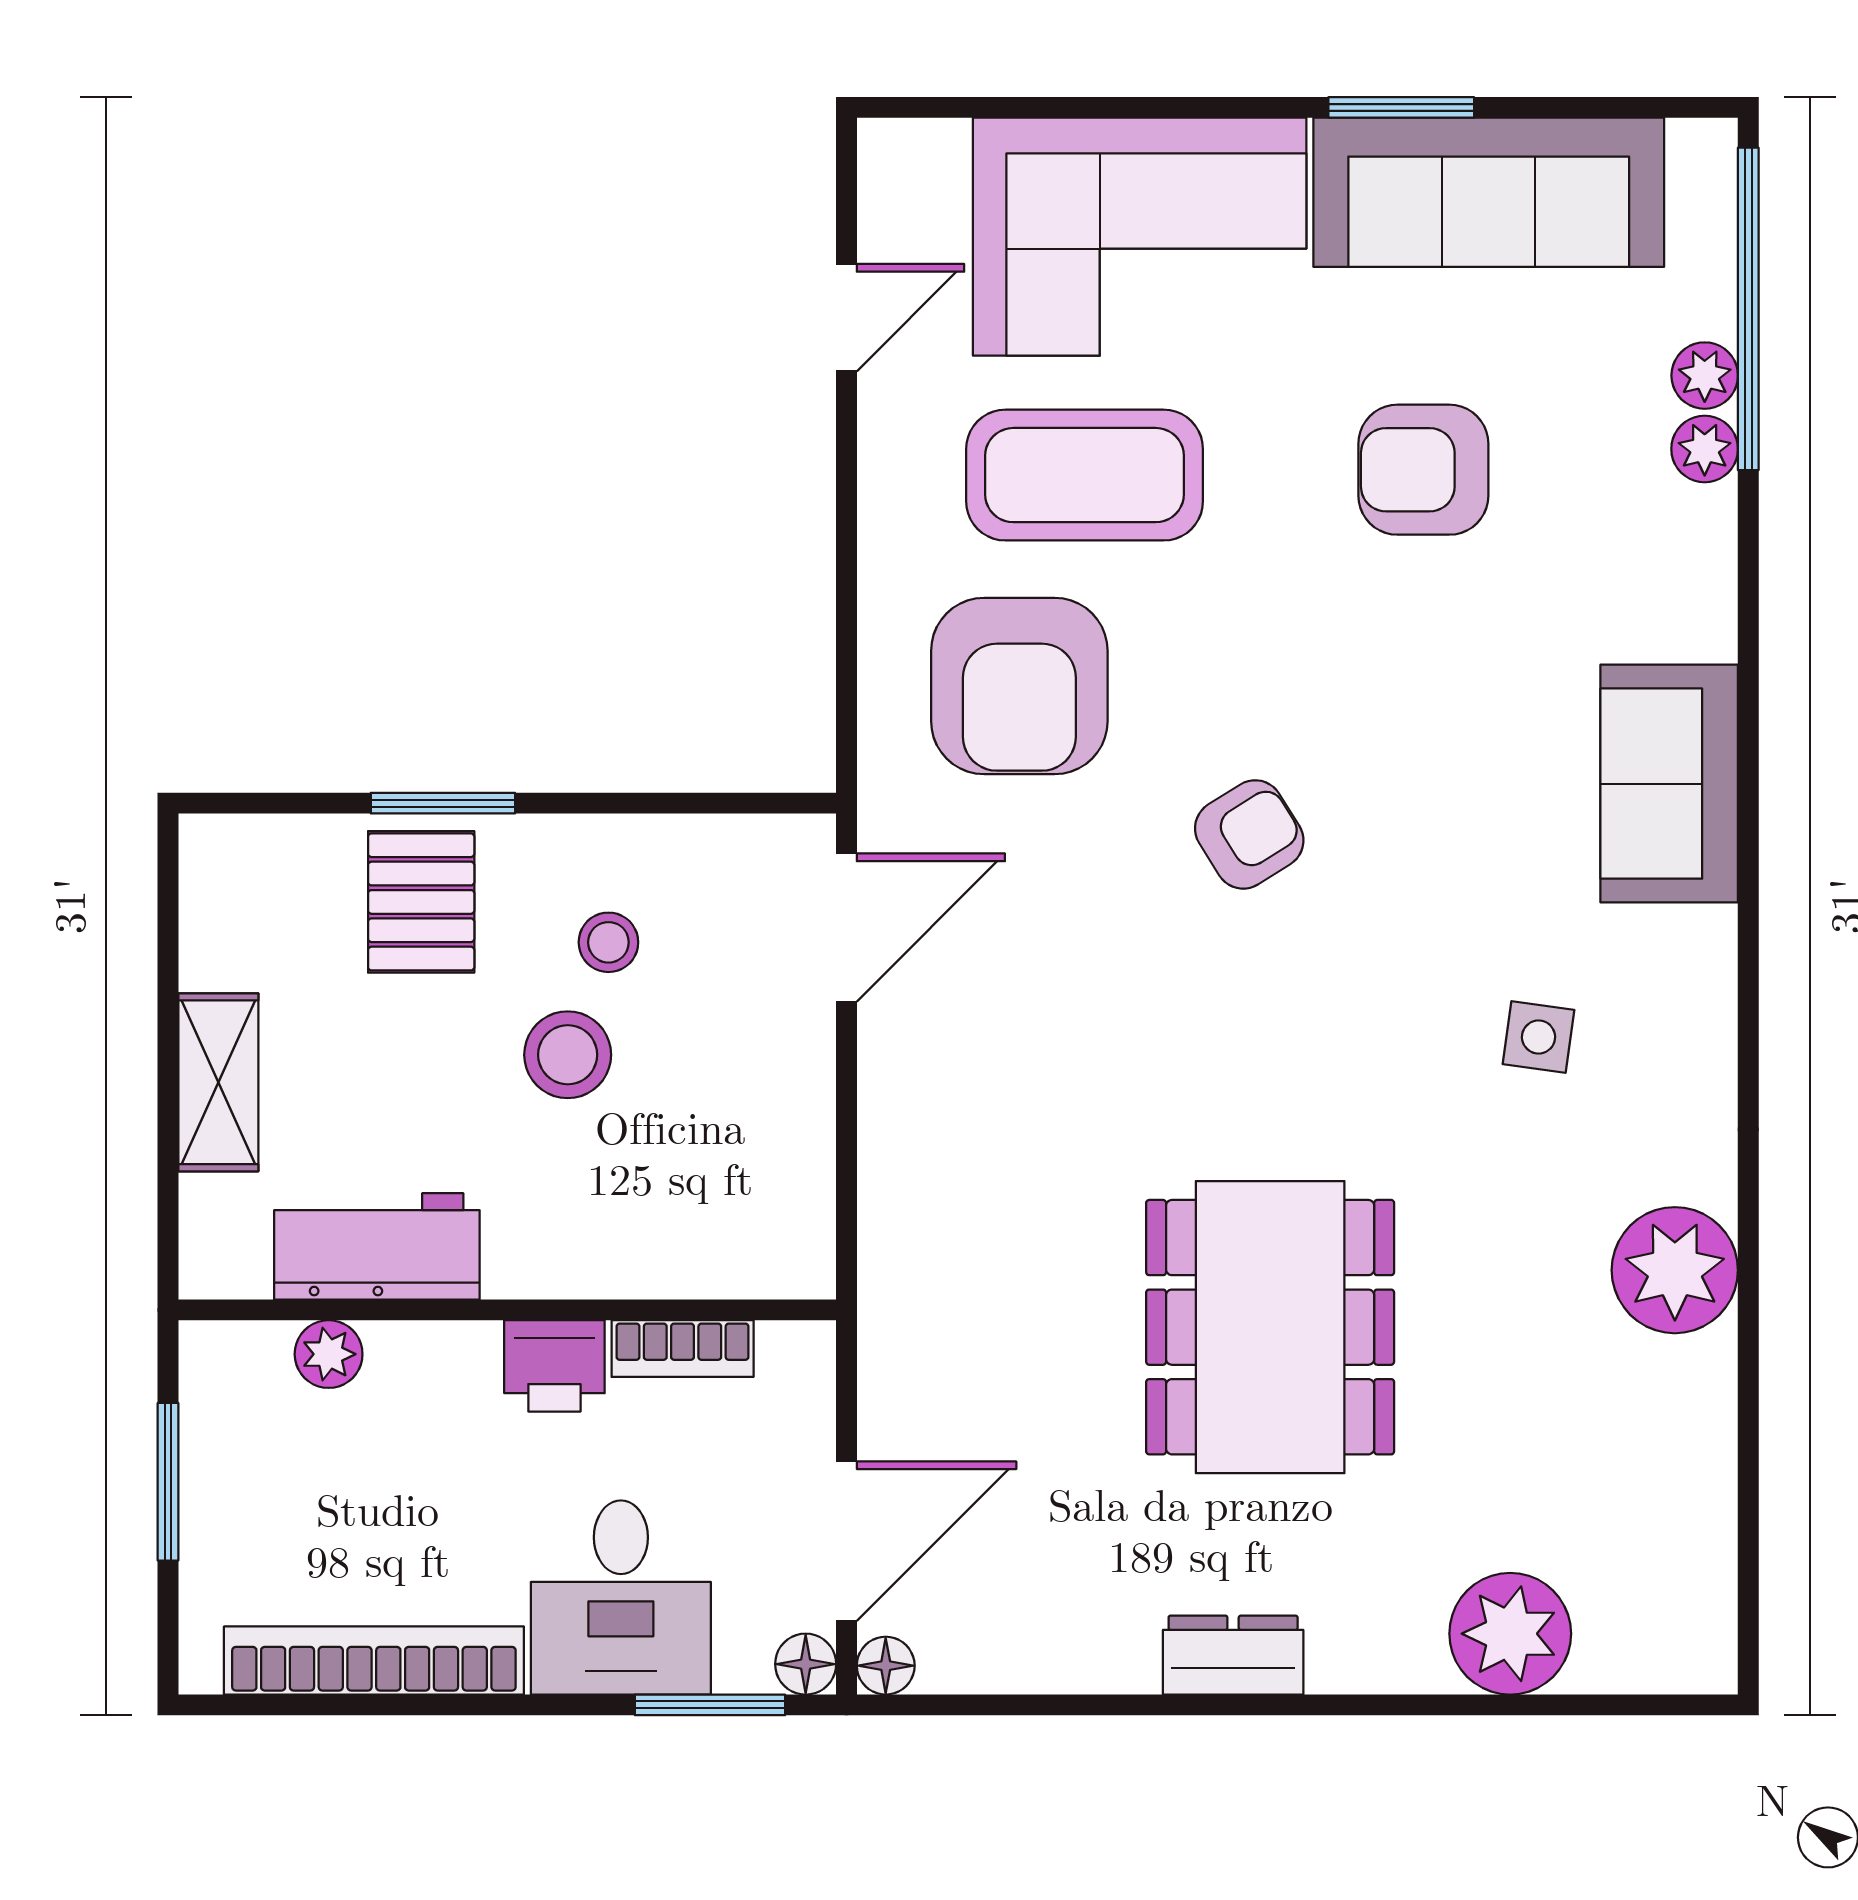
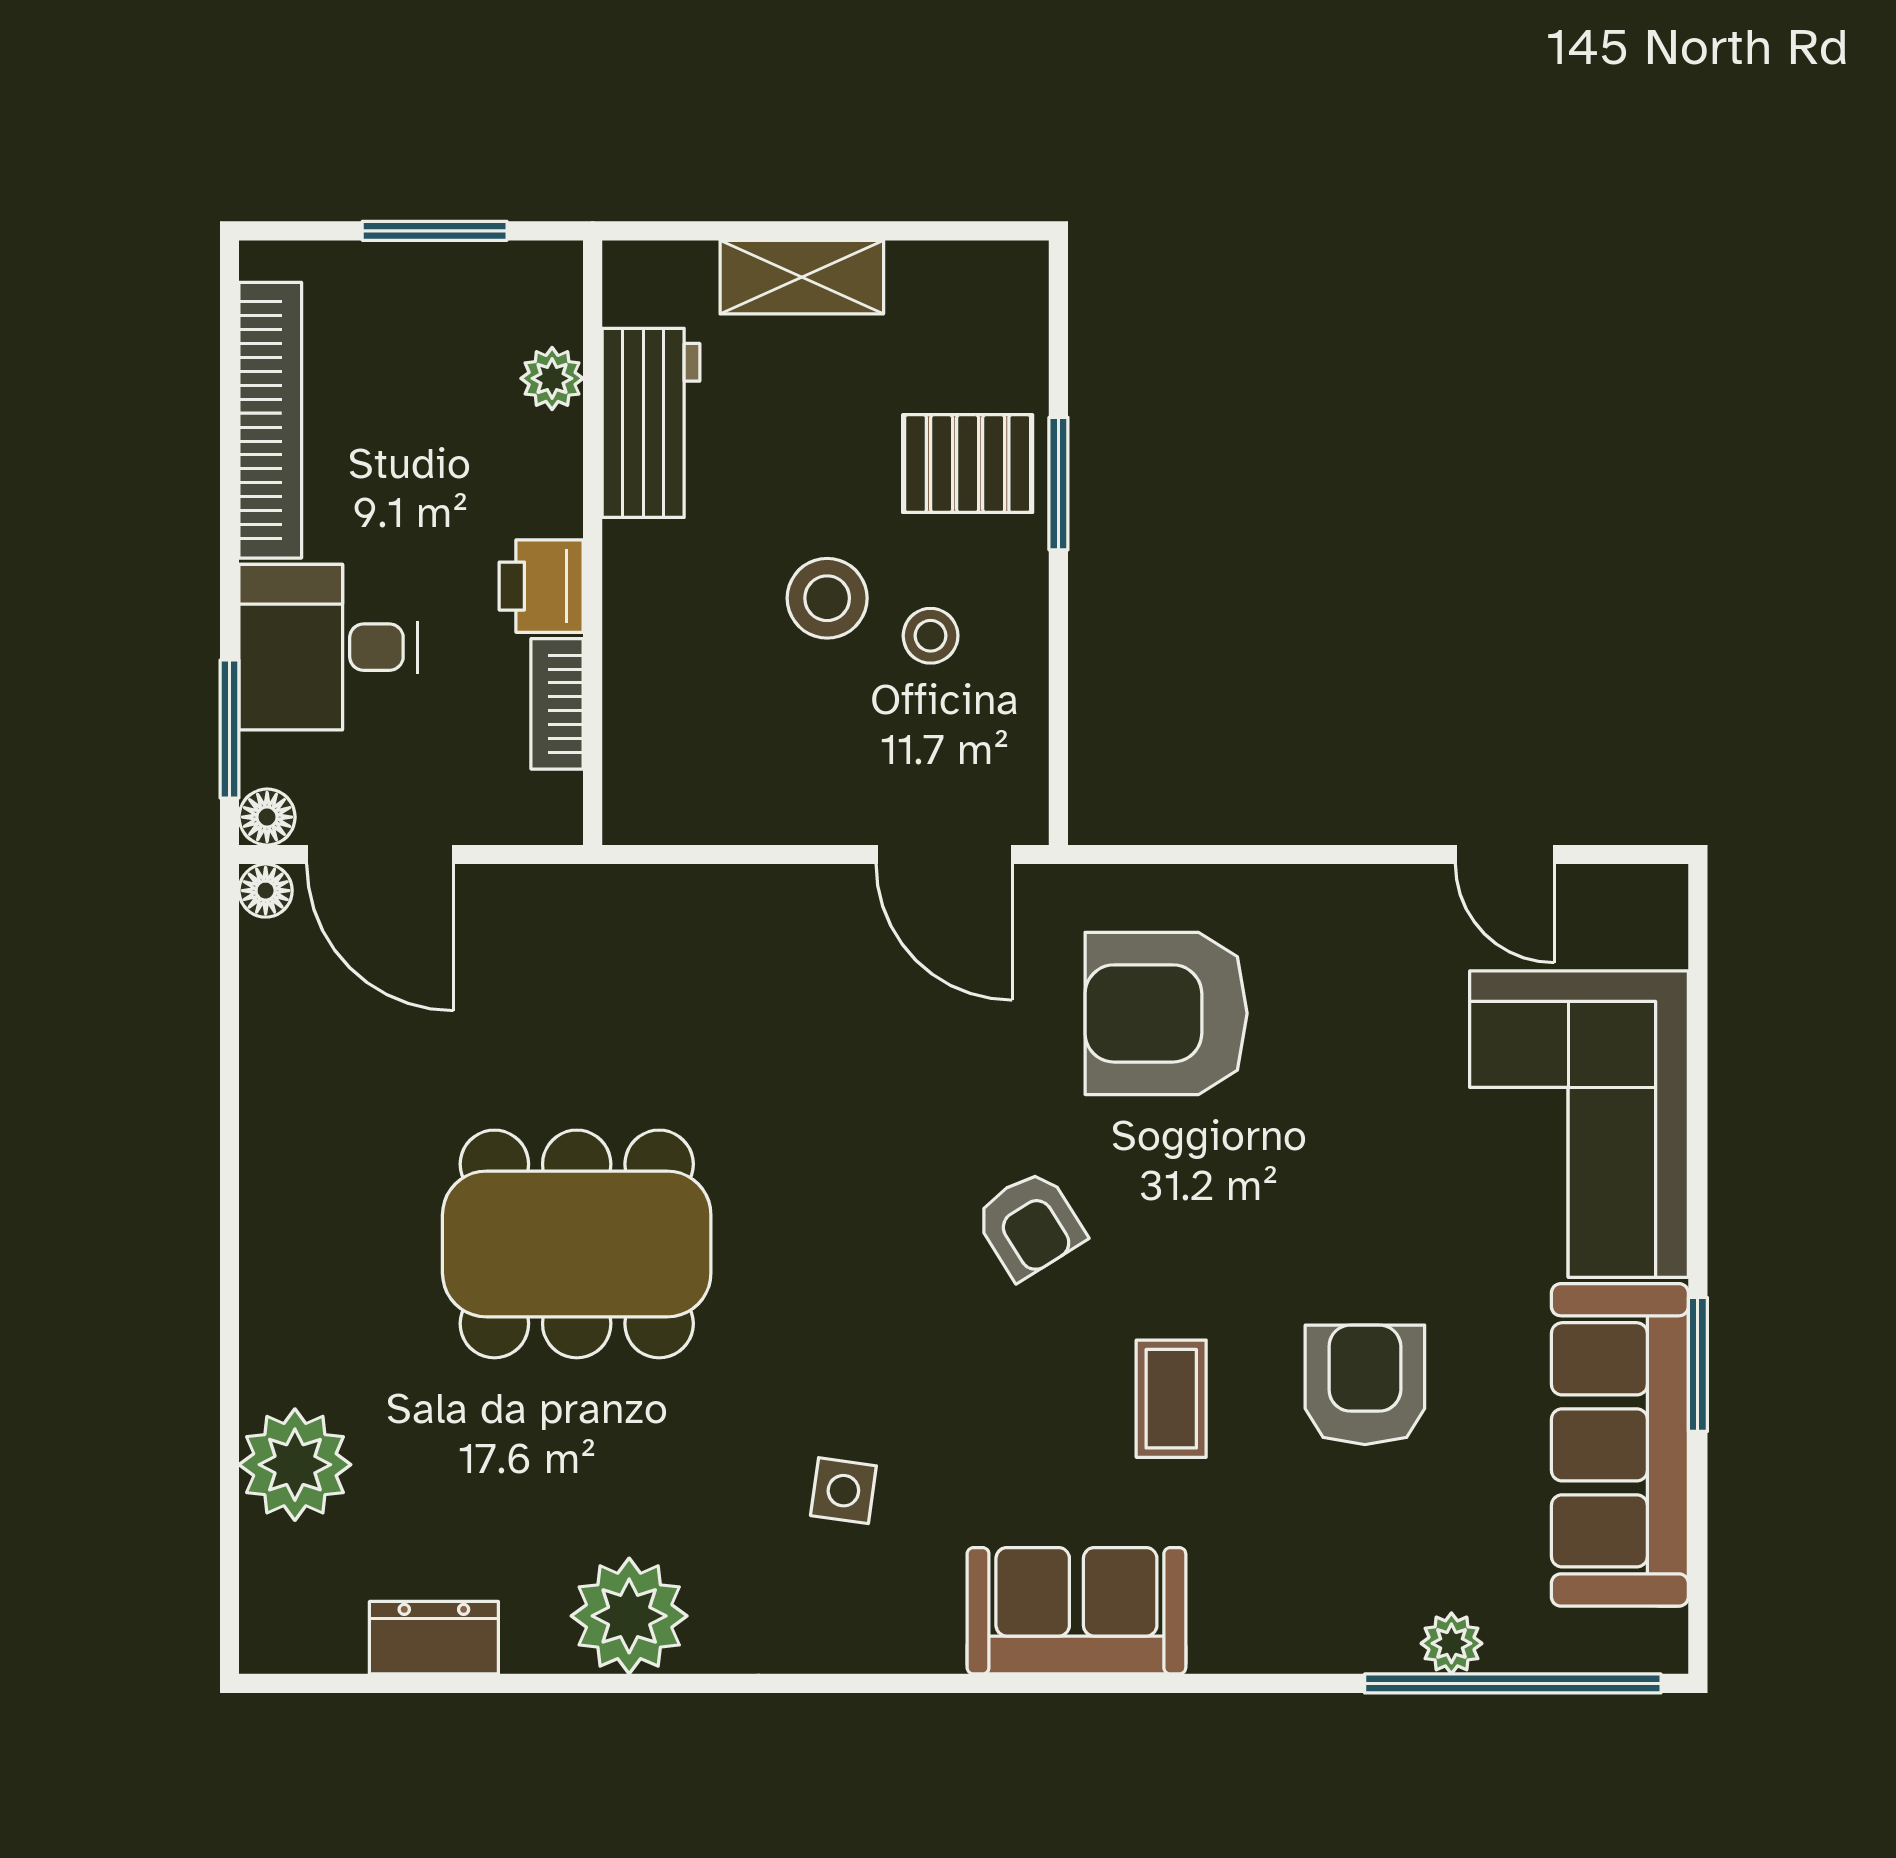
plant: (1705, 449) -> (1384, 1643), removed
coffee table: (1085, 475) -> (1171, 1399), moved, width x0.54, depth x0.58
dresser: (1233, 1655) -> (434, 1638), moved, turned -90

